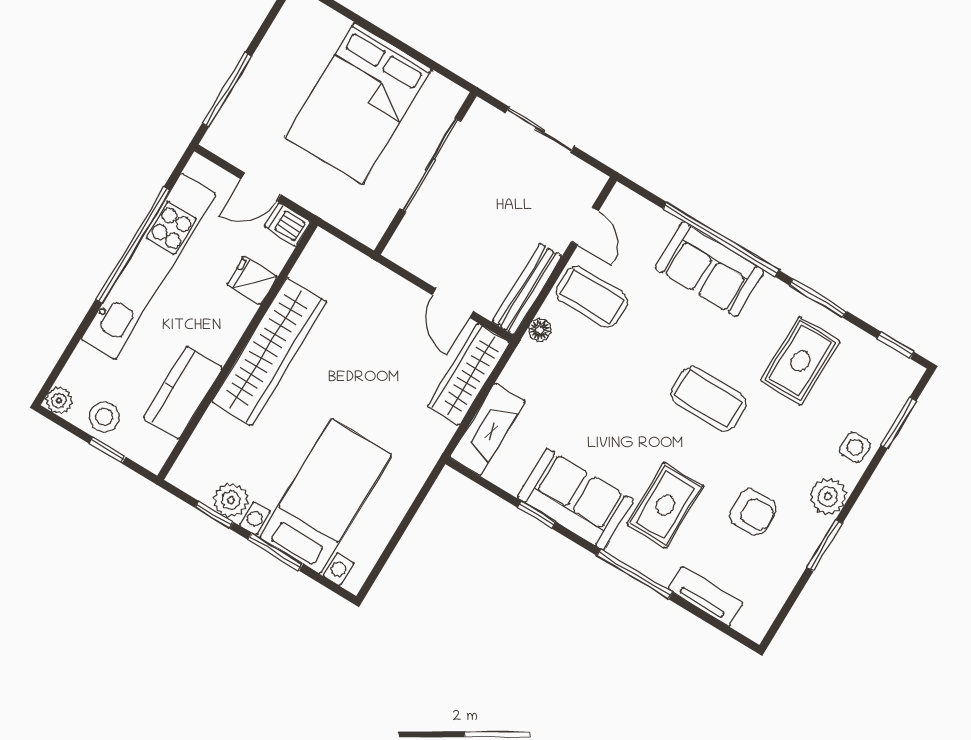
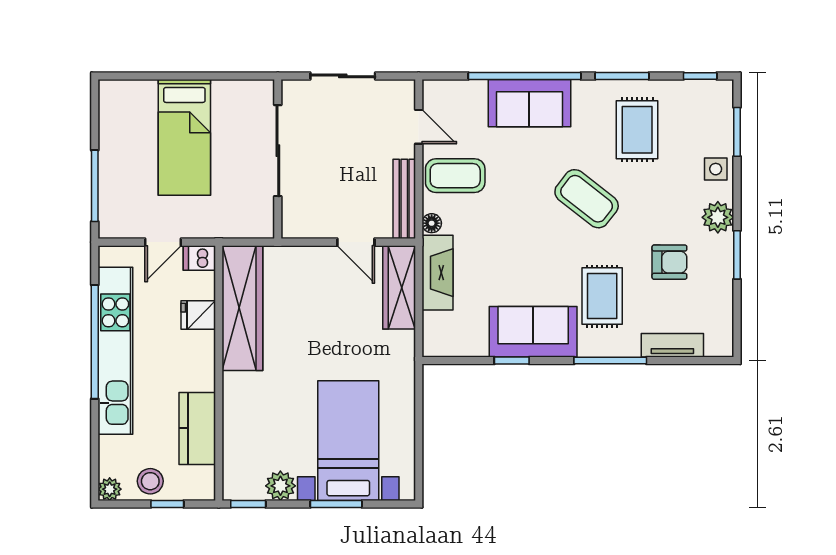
bed: (358, 103) -> (184, 137), width x0.67
wardrobe: (269, 352) -> (242, 308), moved
coffee table: (709, 399) -> (587, 199), turned 38
fireplace: (487, 429) -> (438, 273), moved
window: (214, 515) -> (248, 504), moved

